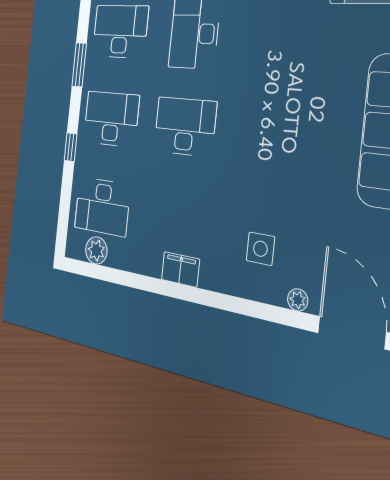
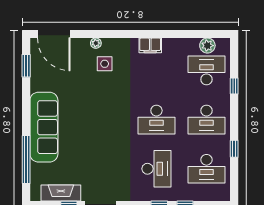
window: (79, 65) -> (234, 149), width x0.67
window: (71, 147) -> (234, 86), moved
plant: (298, 300) -> (96, 43), moved

